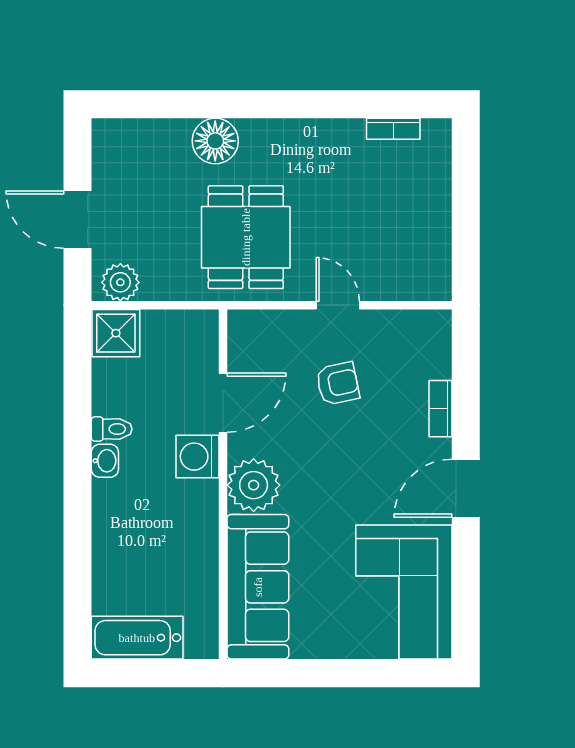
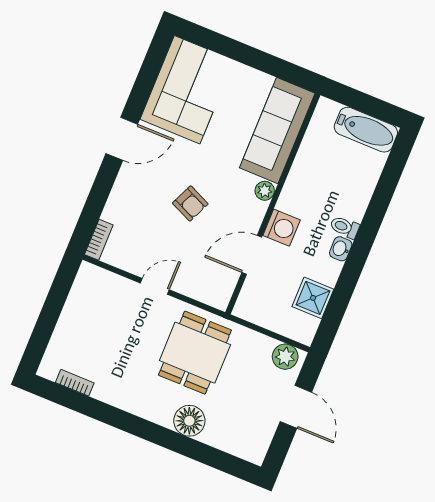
door: (338, 305) -> (155, 286), swing flipped
shower: (116, 333) -> (313, 298), moved
armchair: (338, 384) -> (190, 203), moved, turned -144
bookcase: (440, 409) -> (99, 240), moved
toilet: (112, 429) -> (345, 227), moved
plant: (254, 485) -> (265, 191), width x0.53, depth x0.53

